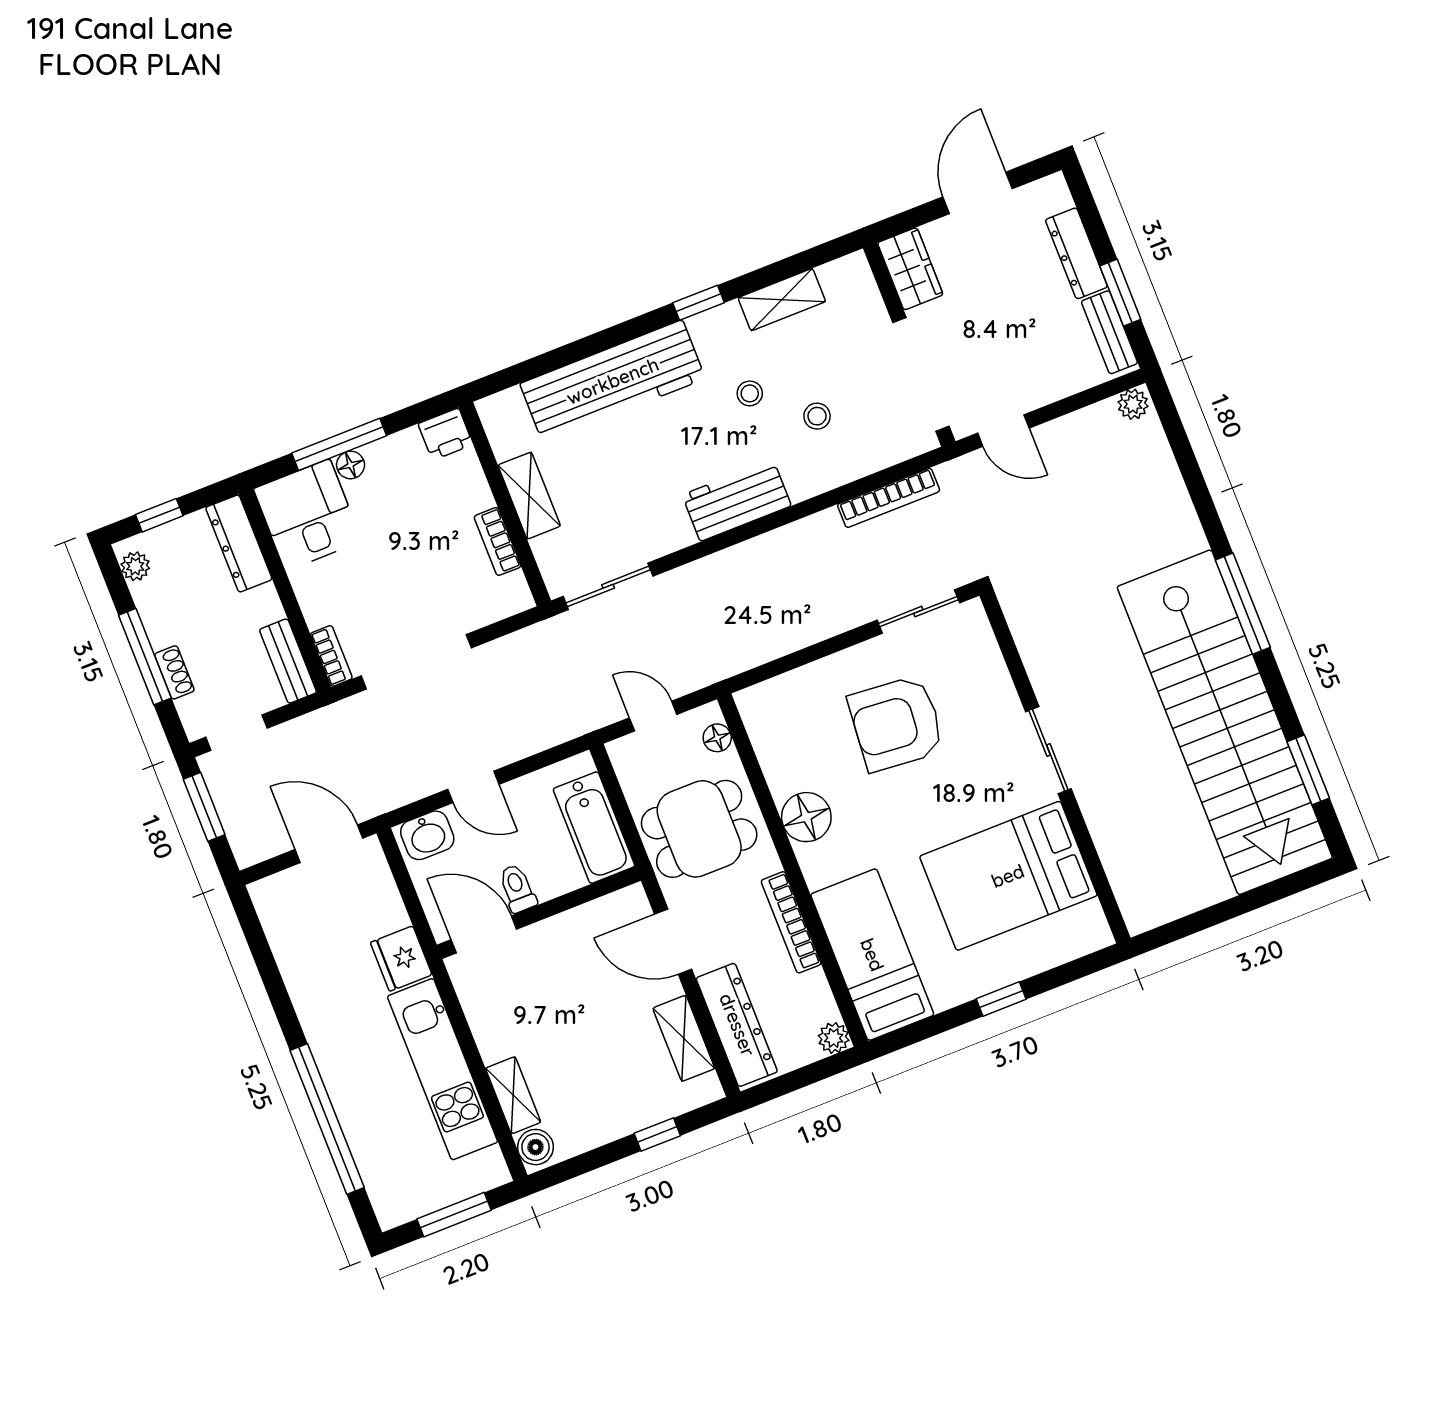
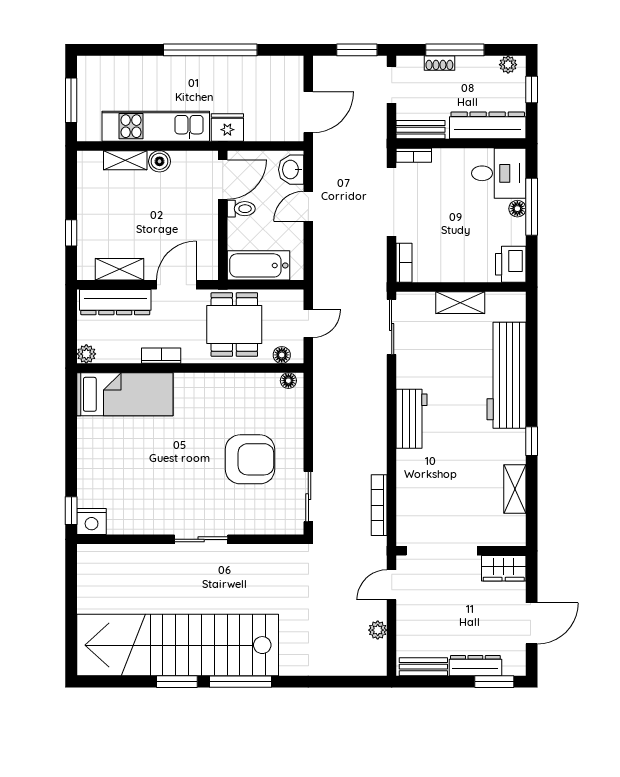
door: (978, 193) -> (532, 623), hinge flipped
window: (1120, 293) -> (494, 682), moved
stool: (750, 393) -> (469, 450), removed
plant: (1133, 404) -> (378, 630), moved
stool: (817, 416) -> (441, 483), removed
printer: (446, 434) -> (511, 264), width x1.36, depth x1.24
bookcase: (497, 541) -> (404, 263), moved, turned 90
dresser: (239, 543) -> (488, 125), width x1.37, depth x1.24
armchair: (896, 723) -> (250, 459), turned 85
window: (1308, 770) -> (177, 682), moved
floor lamp: (806, 817) -> (288, 381), moved, width x0.53, depth x0.53
bed: (1008, 876) -> (139, 489), removed
bookcase: (791, 922) -> (161, 356), width x0.64
nightstand: (1087, 929) -> (92, 522), added
window: (1001, 999) -> (71, 511), moved
window: (327, 1119) -> (210, 50), moved
boiler: (535, 1147) -> (160, 161), moved

